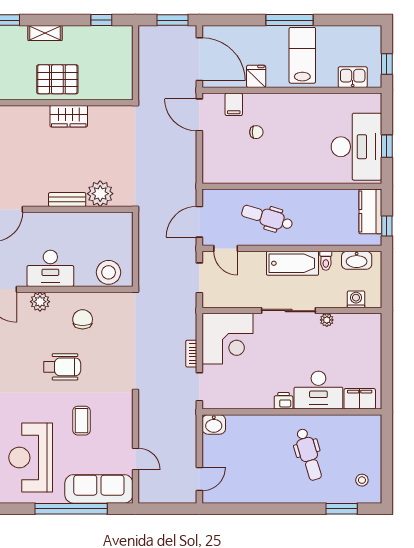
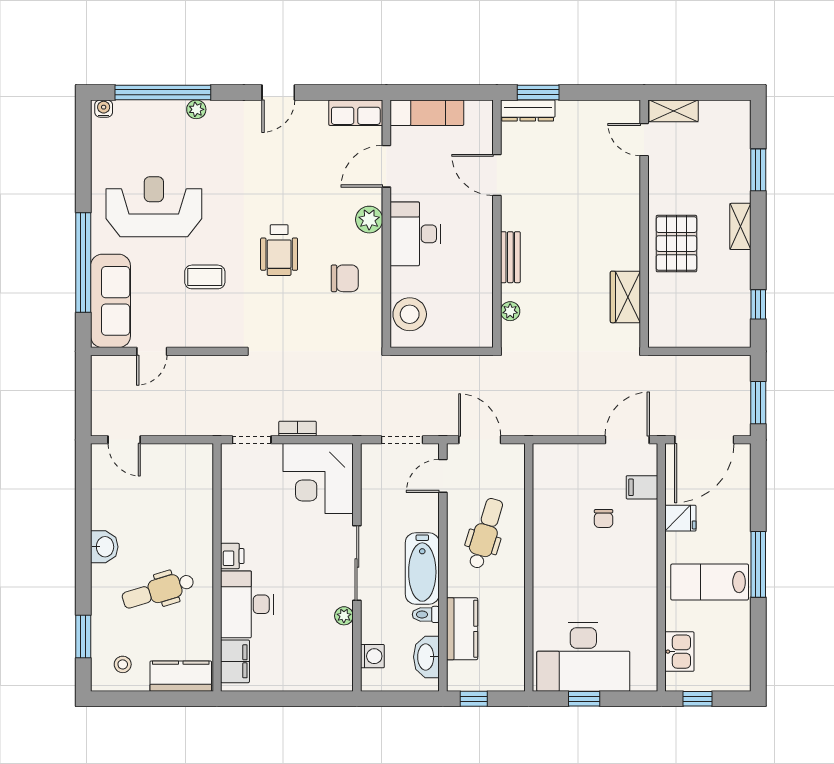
lab bench: (302, 55) -> (710, 582), turned 180
wardrobe: (69, 116) -> (625, 297), moved
plant: (100, 194) -> (510, 311), width x0.53, depth x0.53
kitchen counter: (370, 211) -> (462, 629), moved, turned 90
washbasin: (214, 424) -> (104, 547), moved, turned 180
kitchen counter: (370, 438) -> (181, 676), added

